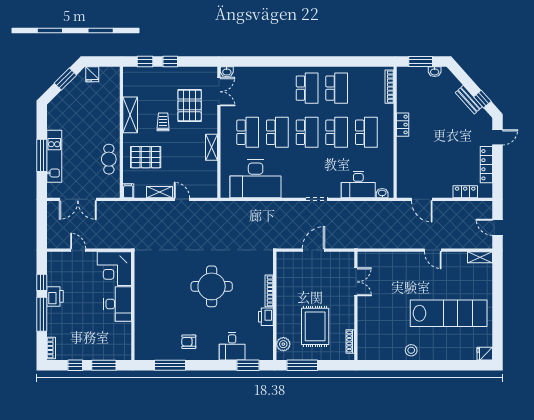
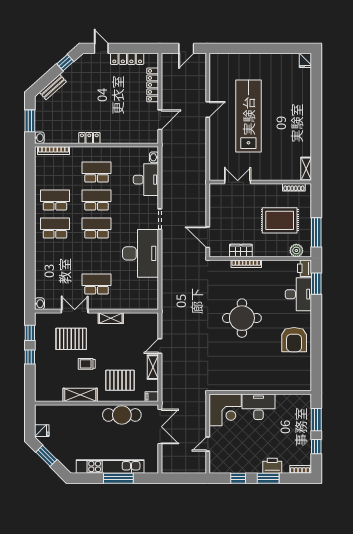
window: (145, 62) -> (30, 333), moved
washbasin: (435, 72) -> (39, 138), moved
double door: (219, 92) -> (75, 311), moved
bench: (469, 100) -> (53, 87), moved
school desk: (277, 132) -> (97, 256), removed
kitchen unit: (54, 156) -> (110, 466), width x1.36
pallet: (146, 157) -> (120, 380), turned 90
cafe table: (109, 159) -> (122, 415), width x1.37, depth x1.35
desk: (256, 179) -> (141, 253), moved
locker: (465, 192) -> (153, 85), width x1.53
double door: (78, 199) -> (160, 427), moved
door: (313, 250) -> (208, 237), moved
shelving: (480, 257) -> (306, 169), moved
wardrobe: (283, 285) -> (241, 251), added
printer: (55, 296) -> (272, 466), moved
lab bench: (449, 313) -> (248, 116), moved
window: (42, 314) -> (268, 478), width x0.69
printer: (266, 317) -> (305, 268), moved, turned 90
armchair: (189, 342) -> (294, 340), width x1.88, depth x1.88
desk: (232, 346) -> (298, 294), width x1.37
stool: (411, 350) -> (302, 130), removed
window: (170, 365) -> (316, 357), removed

